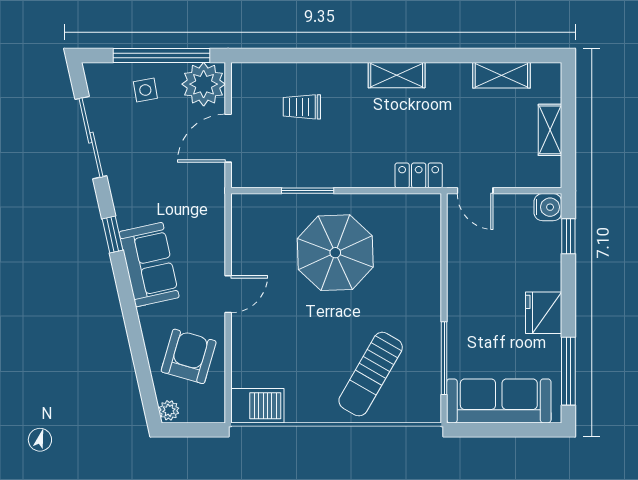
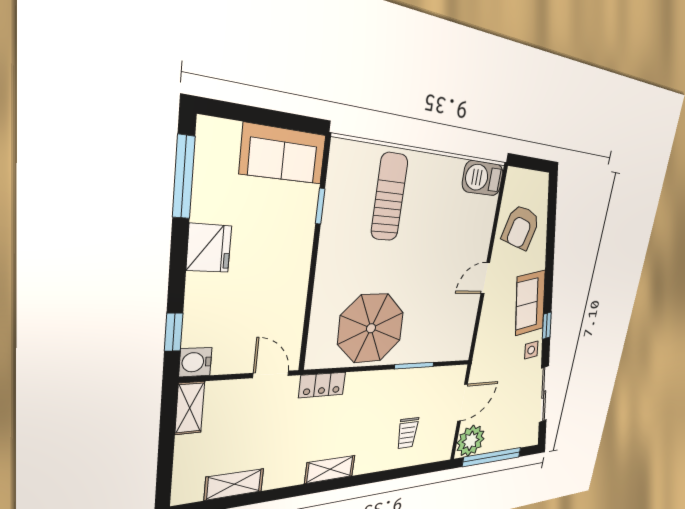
side table: (145, 90) -> (531, 350), moved
trolley: (302, 107) -> (408, 433), turned 90
shelving: (550, 130) -> (190, 408), moved
parasol: (335, 253) -> (371, 328), moved
window: (444, 358) -> (320, 206), width x0.46
sun lounger: (371, 374) -> (389, 197), turned -30
sofa: (499, 401) -> (283, 154), width x0.73
plant: (169, 410) -> (542, 183), removed

